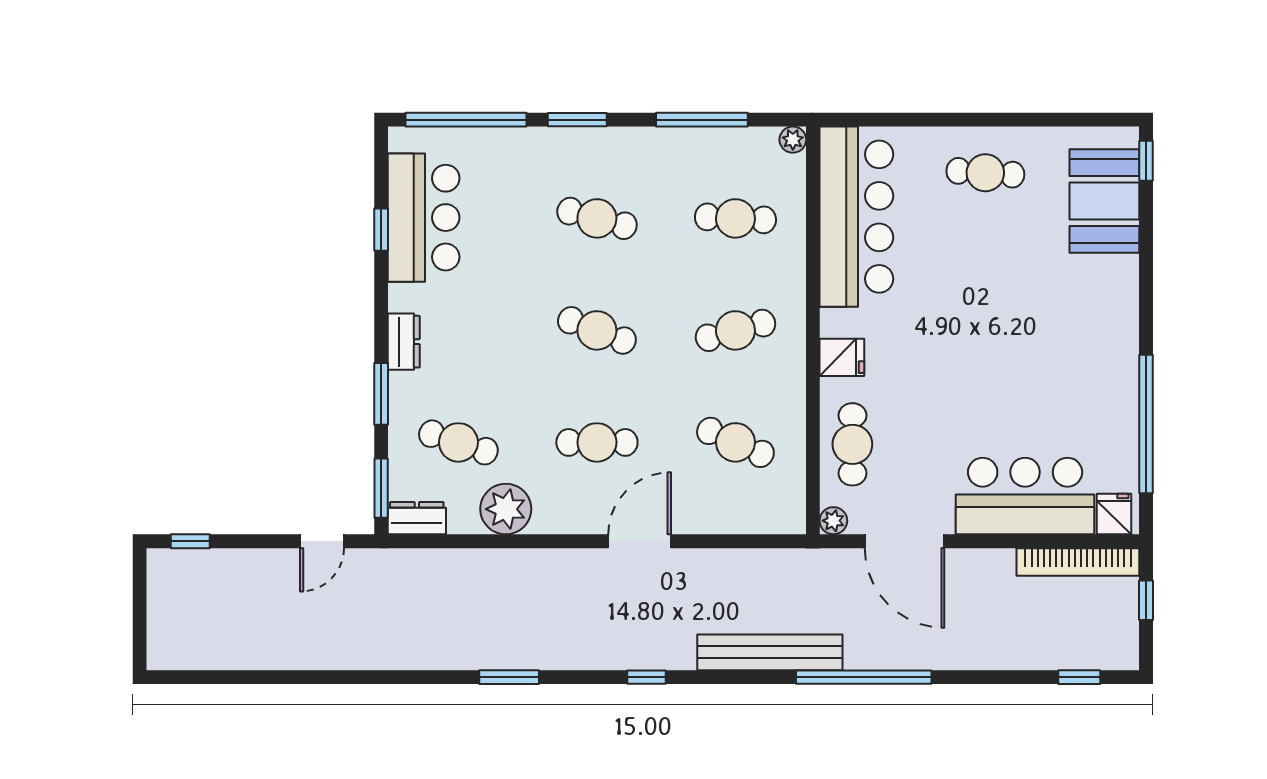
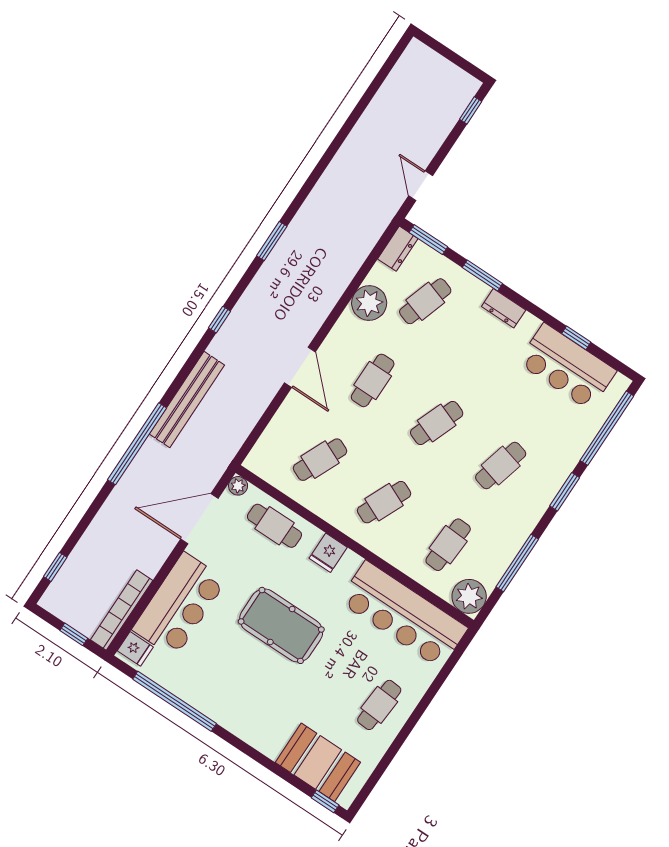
plant: (793, 140) -> (469, 596), width x1.87, depth x1.87
cafe table: (735, 330) -> (384, 502), turned 39
pool table: (968, 356) -> (281, 625), added

